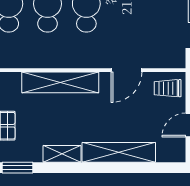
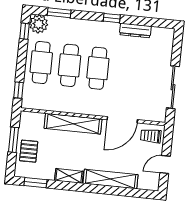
door: (127, 70) -> (122, 120), width x1.36

